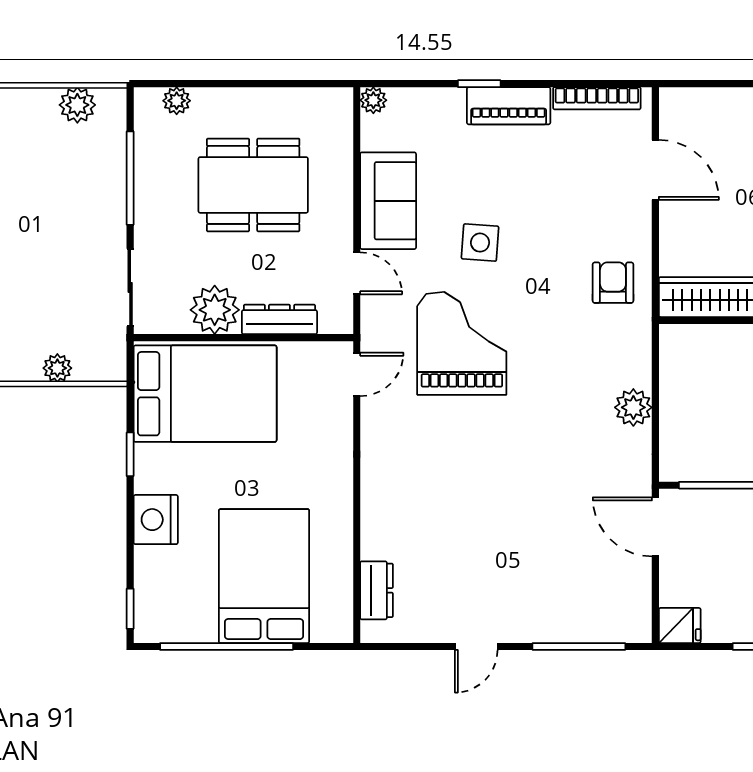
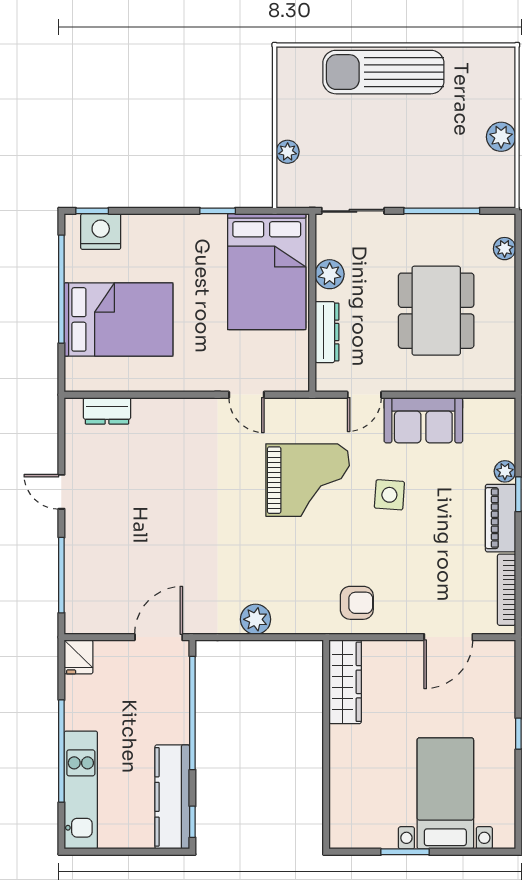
plant: (373, 100) -> (505, 471), moved
plant: (77, 105) -> (501, 137), moved
plant: (215, 310) -> (330, 274), width x0.73, depth x0.73
door: (357, 374) -> (246, 395), moved
nightstand: (156, 520) -> (101, 232), moved

